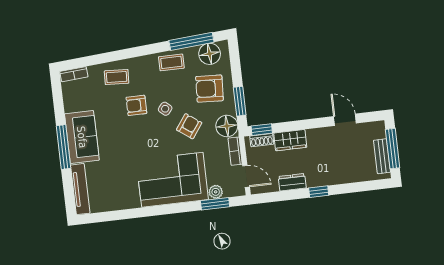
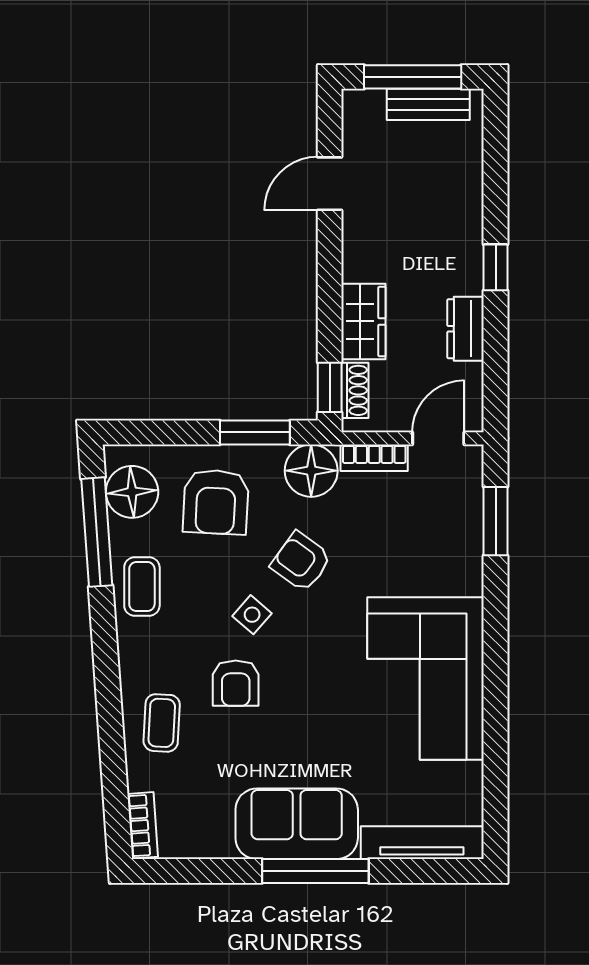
corner sofa: (172, 180) -> (426, 678), moved
plant: (216, 192) -> (467, 516), removed

